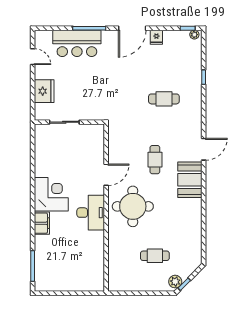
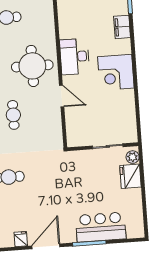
door: (33, 57) -> (145, 210), removed
plant: (41, 110) -> (133, 157), added
door: (106, 175) -> (62, 96), swing flipped
filing cabinet: (42, 223) -> (122, 27), moved

